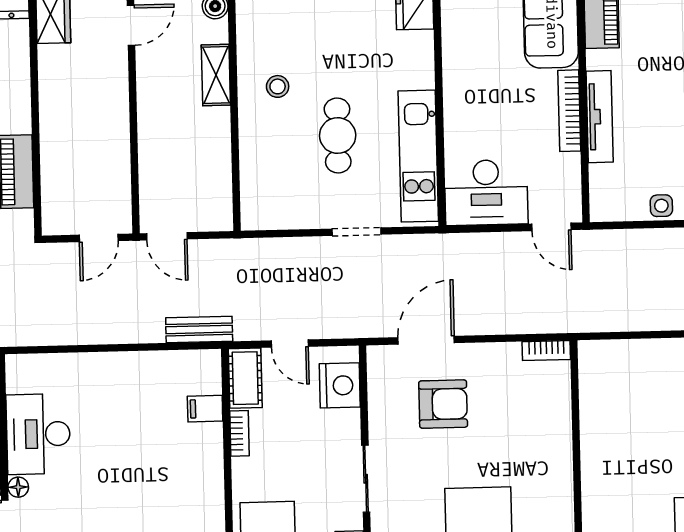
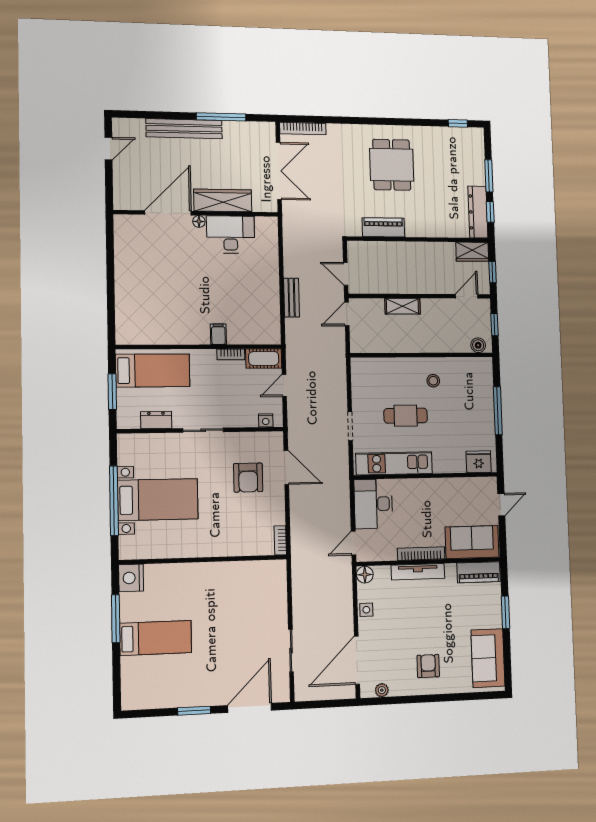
door: (131, 25) -> (467, 296), swing flipped
shelving: (216, 75) -> (402, 306), moved
floor lamp: (603, 208) -> (365, 575), added
bench: (199, 329) -> (292, 298), moved
nightstand: (340, 385) -> (266, 420), width x0.53, depth x0.56
filing cabinet: (205, 409) -> (218, 334), moved

